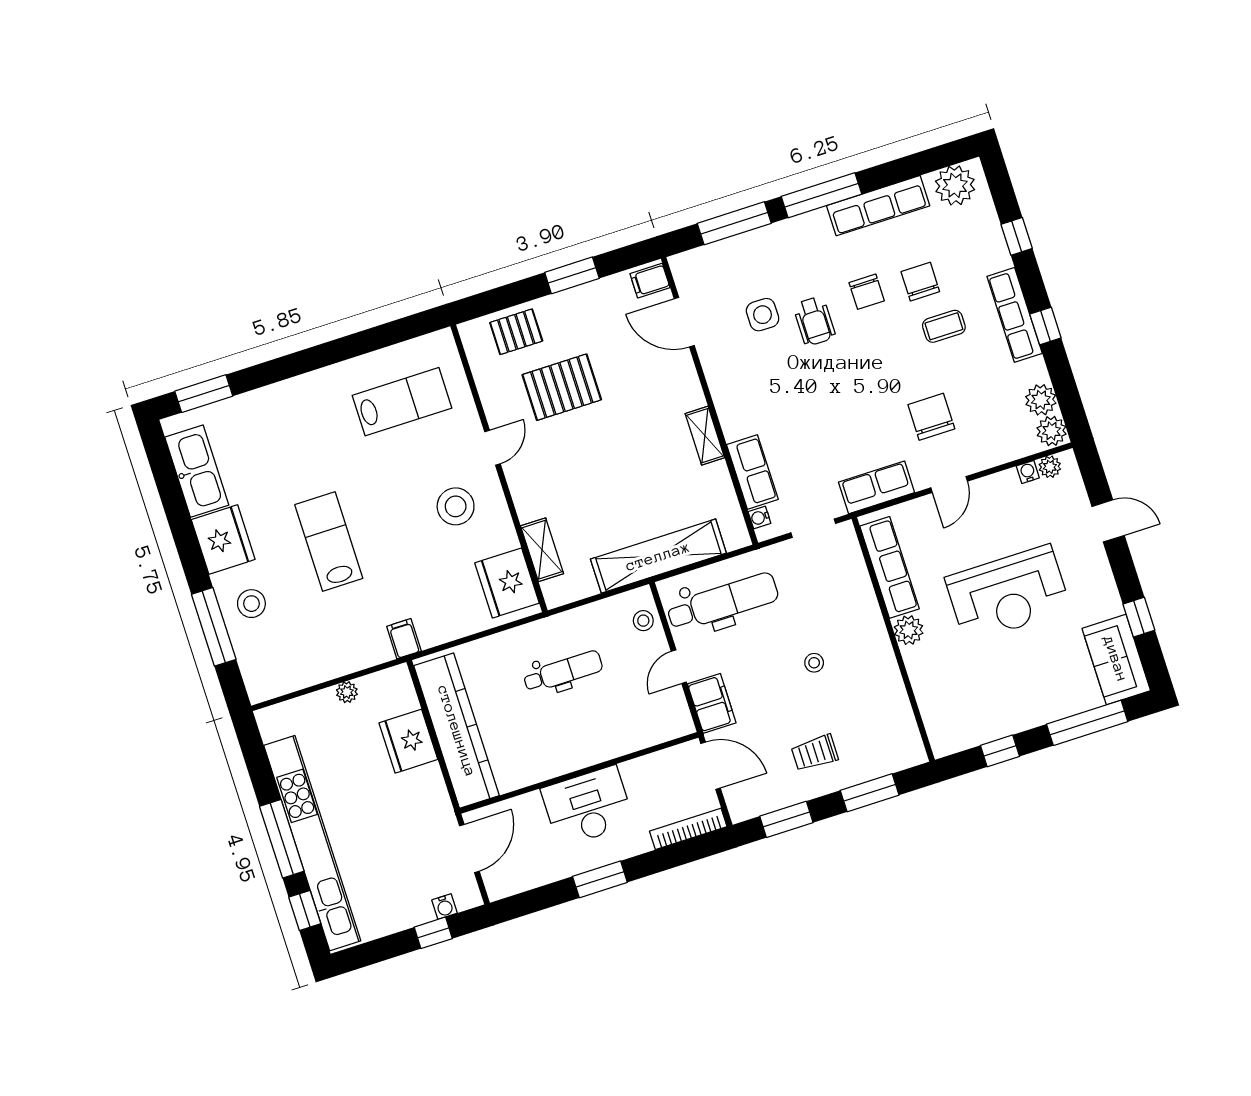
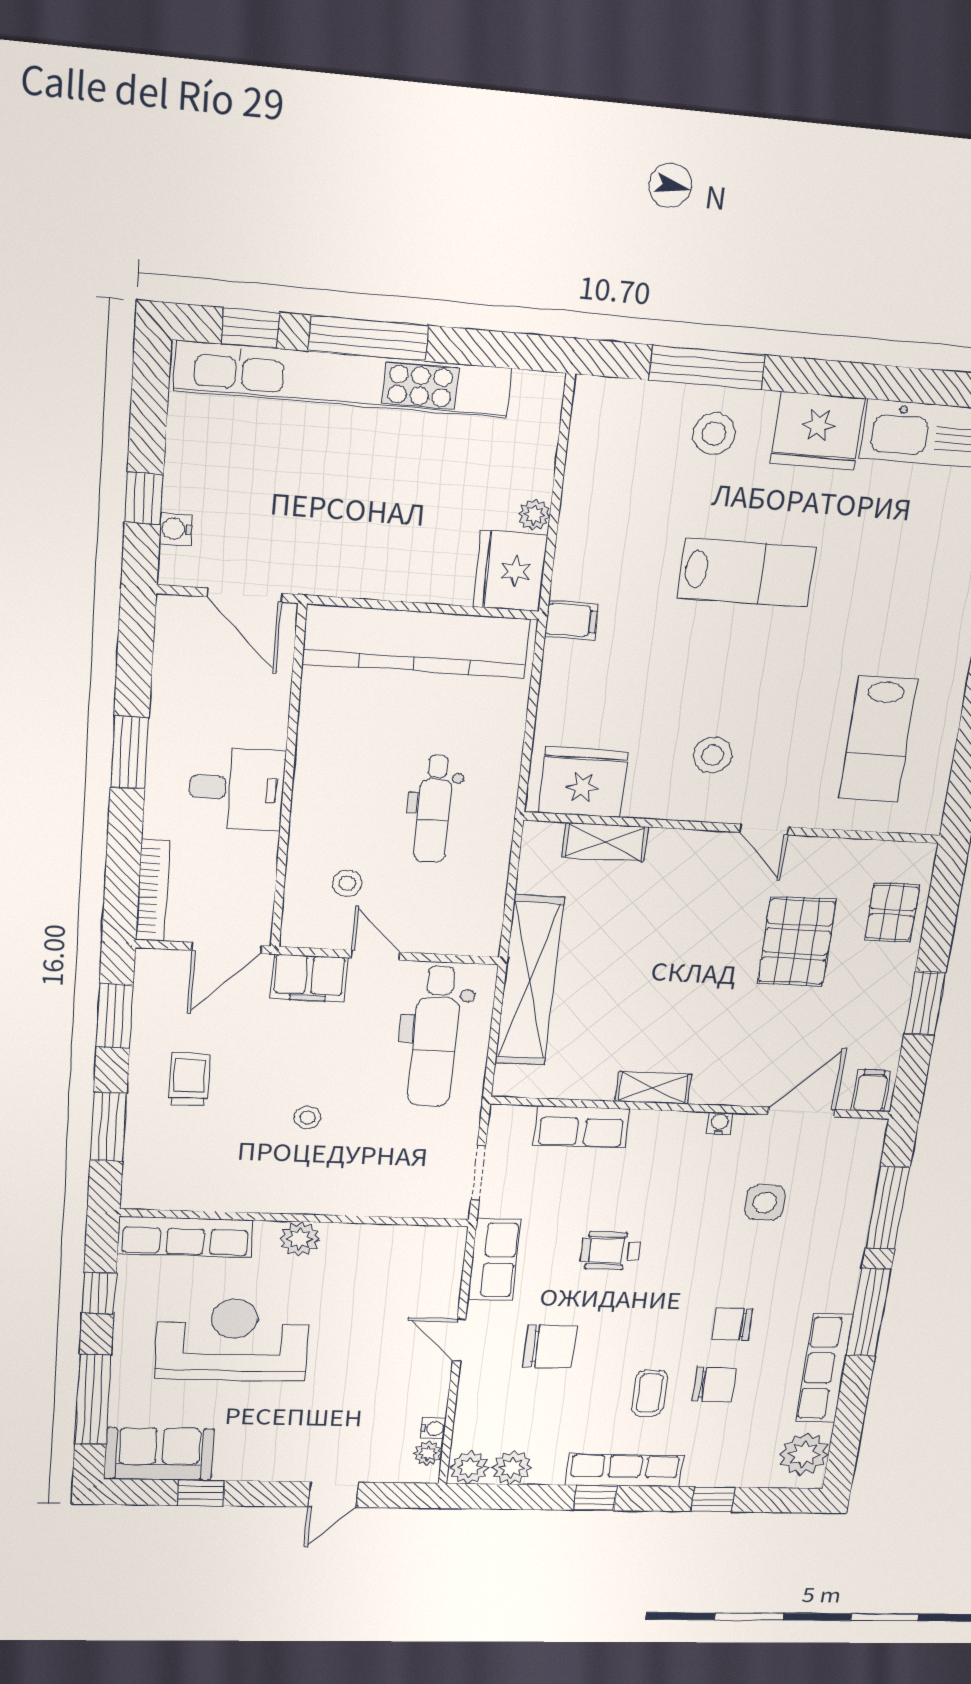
wheelchair: (814, 321) -> (611, 1251), moved
stool: (456, 506) -> (713, 755), width x0.73, depth x0.73
water cooler: (759, 517) -> (719, 1123), moved
row of seats: (890, 567) -> (185, 1237), moved
reception desk: (1008, 594) -> (233, 1340), moved, turned 90
stool: (643, 621) -> (347, 883), moved
fridge: (408, 741) -> (510, 571), moved, turned -90
desk: (588, 806) -> (237, 789), width x0.73

